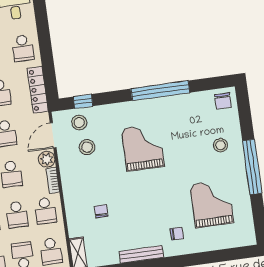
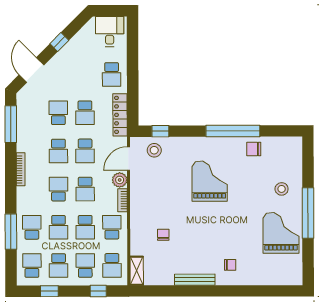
chair: (223, 101) -> (254, 149), moved, turned 90
stool: (87, 147) -> (158, 174), removed
grand piano: (212, 204) -> (281, 233), moved
school desk: (45, 211) -> (112, 227), turned 180

